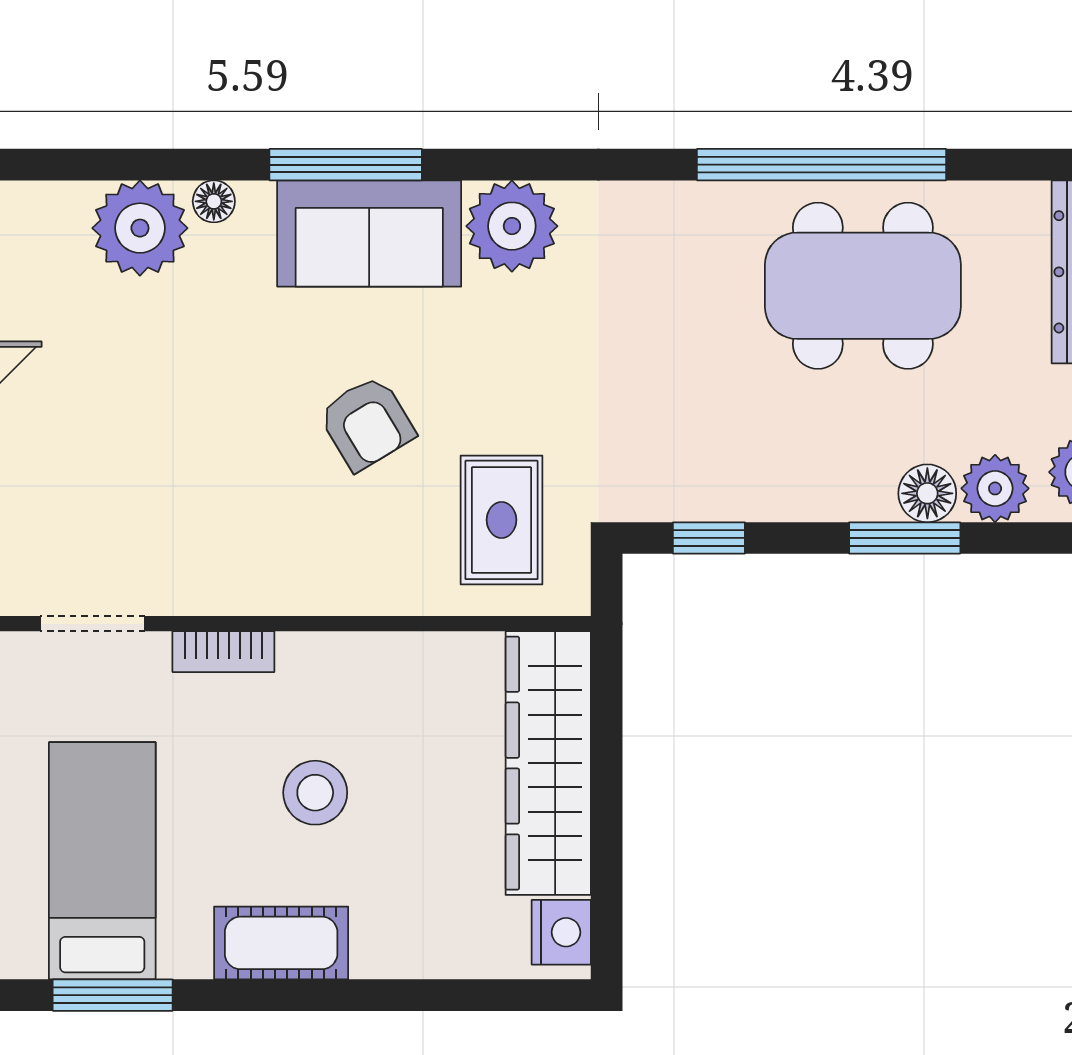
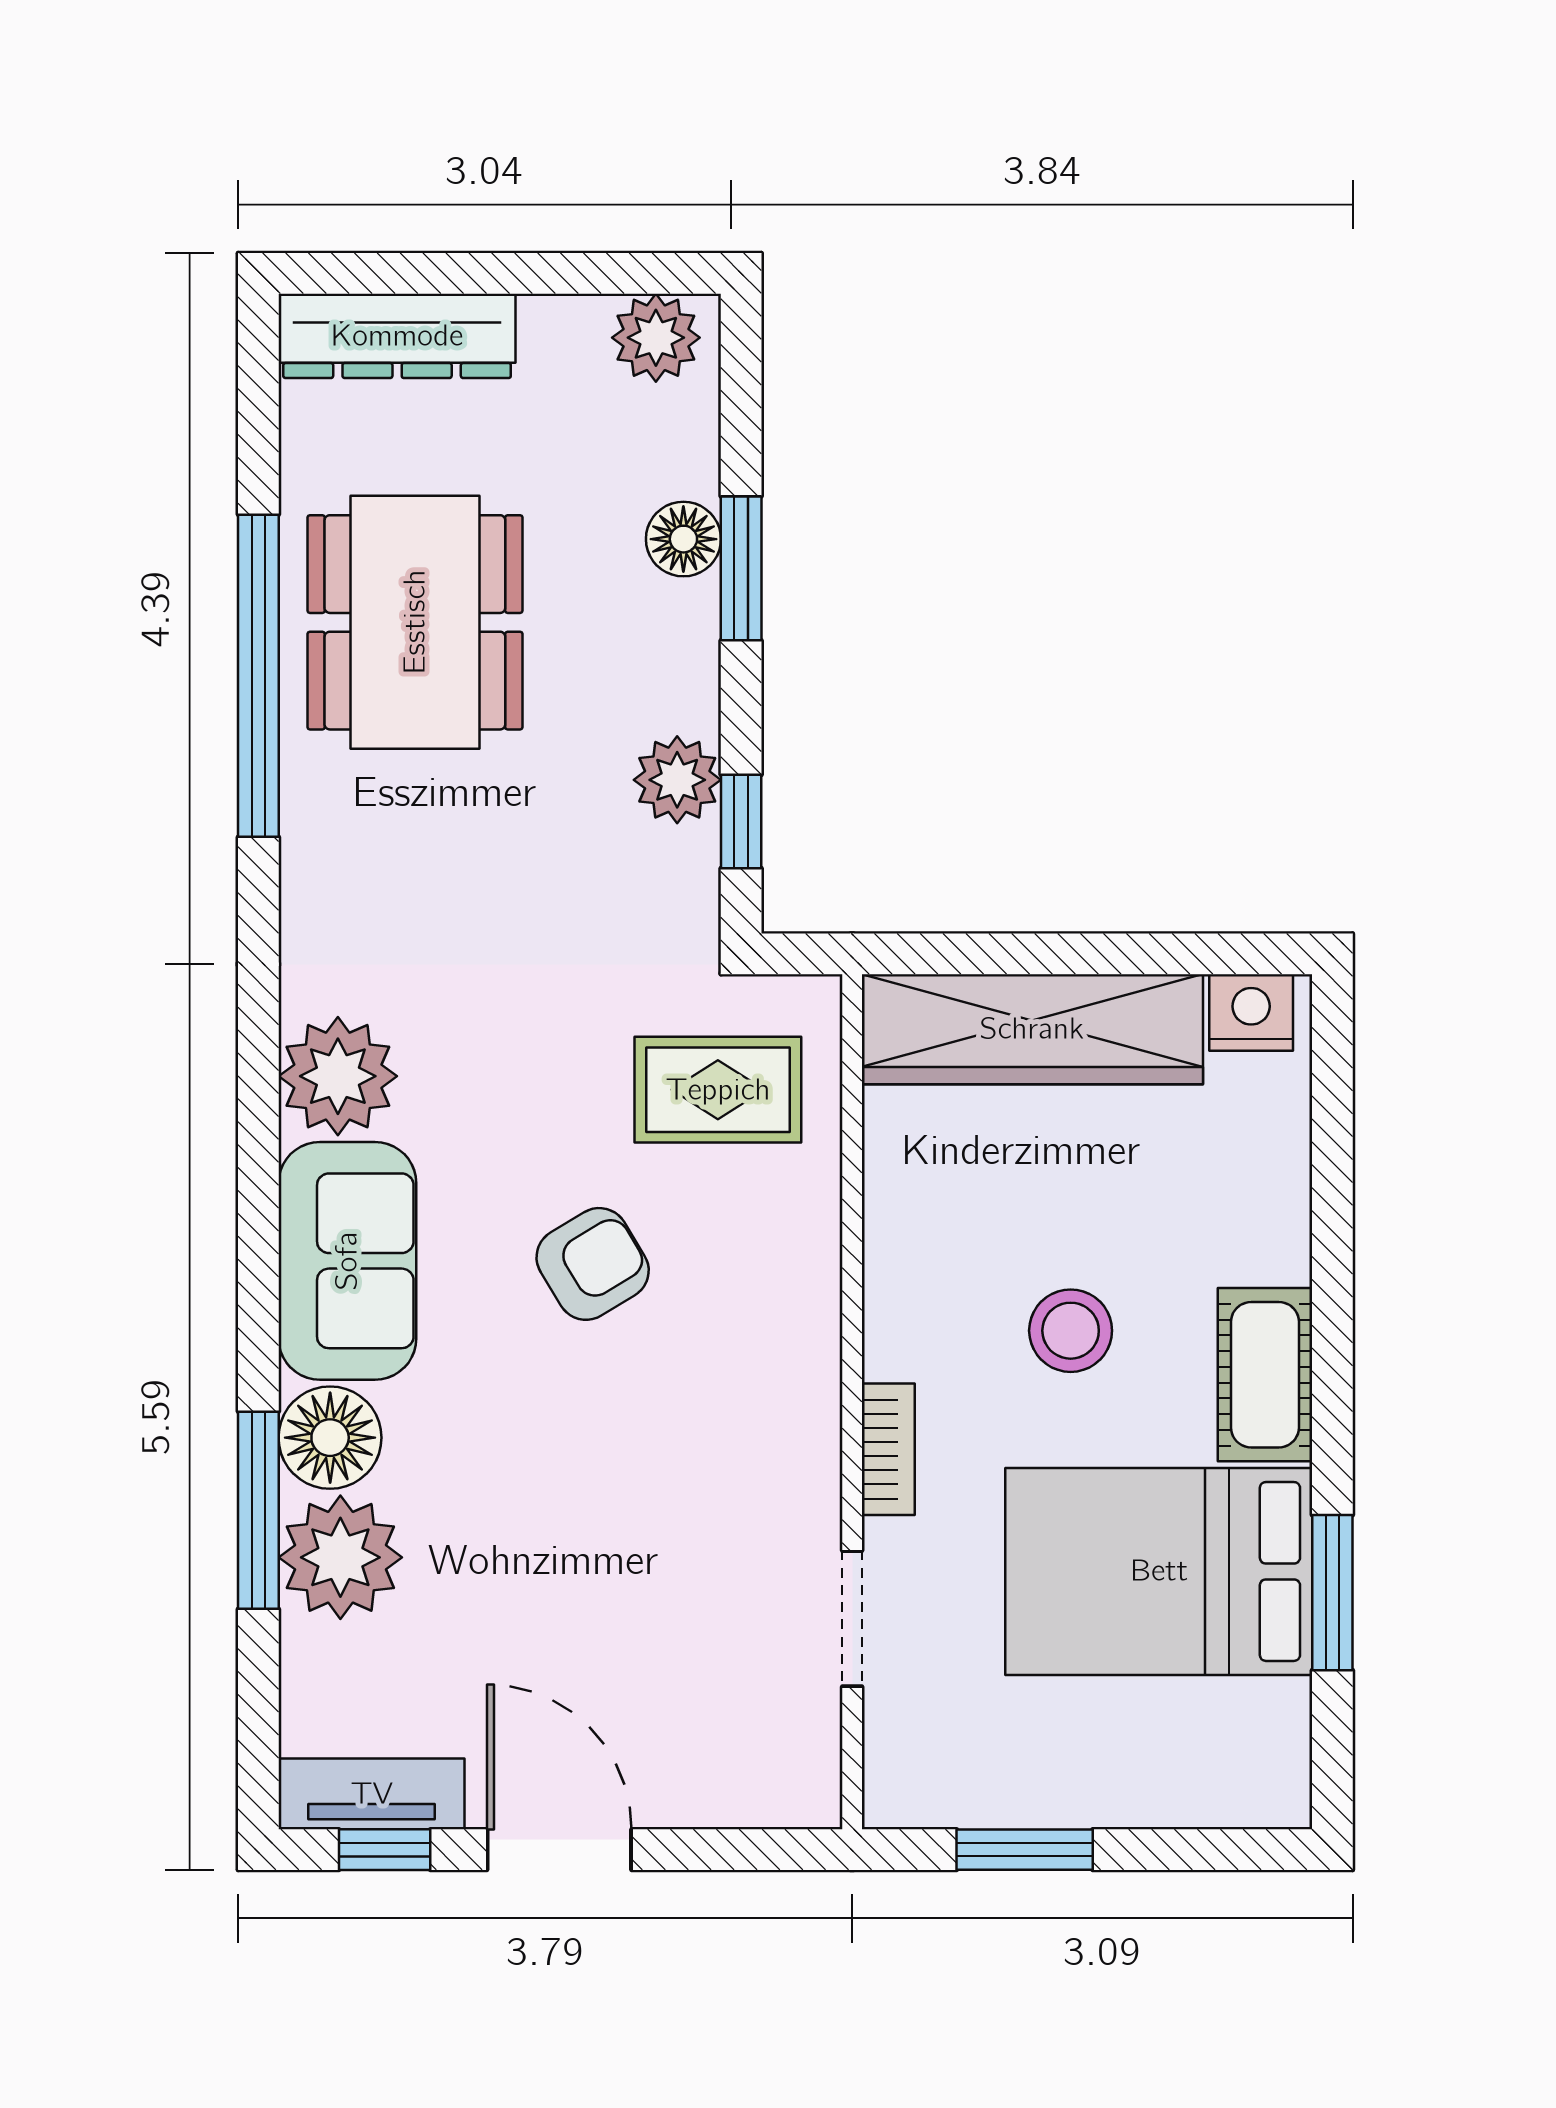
window: (346, 165) -> (258, 1510), moved
floor lamp: (214, 201) -> (330, 1438), width x1.89, depth x1.89
plant: (995, 488) -> (677, 780), moved
bed: (102, 861) -> (1159, 1571), width x1.50

